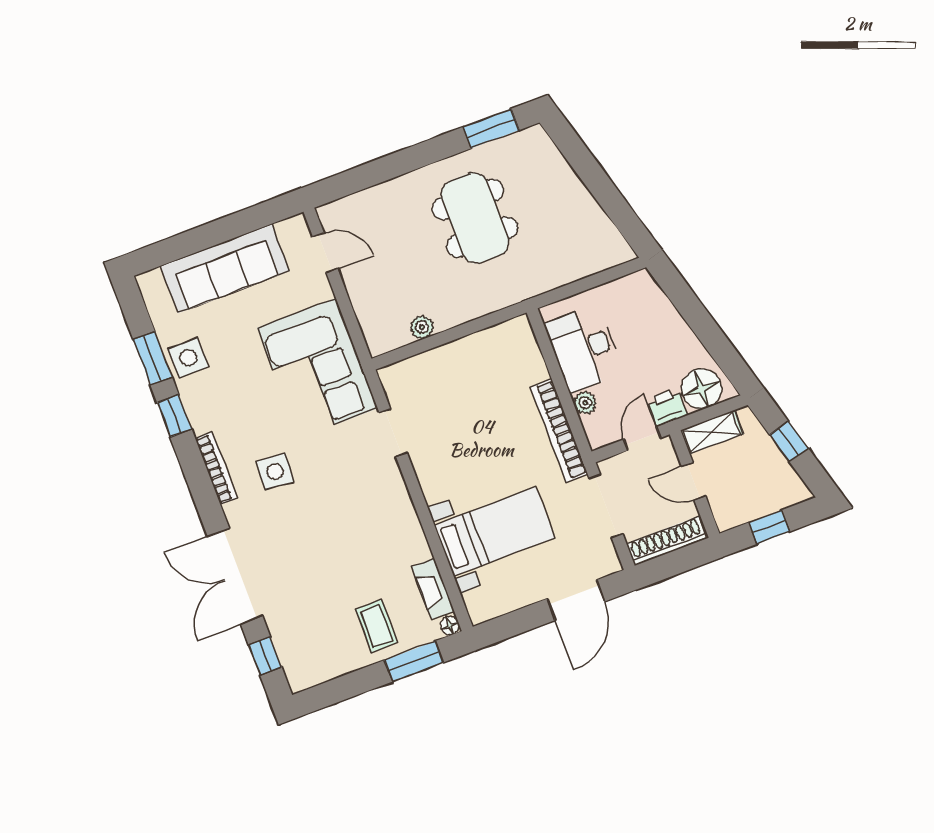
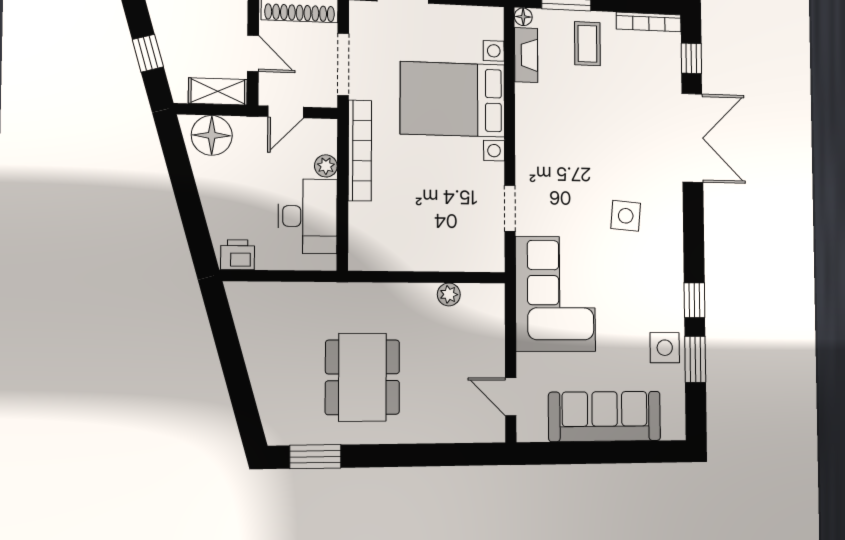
printer: (667, 407) -> (238, 255), moved, turned 180
bookcase: (216, 468) -> (649, 22), moved, turned -90
bed with nightstands: (495, 531) -> (453, 99), width x1.36

